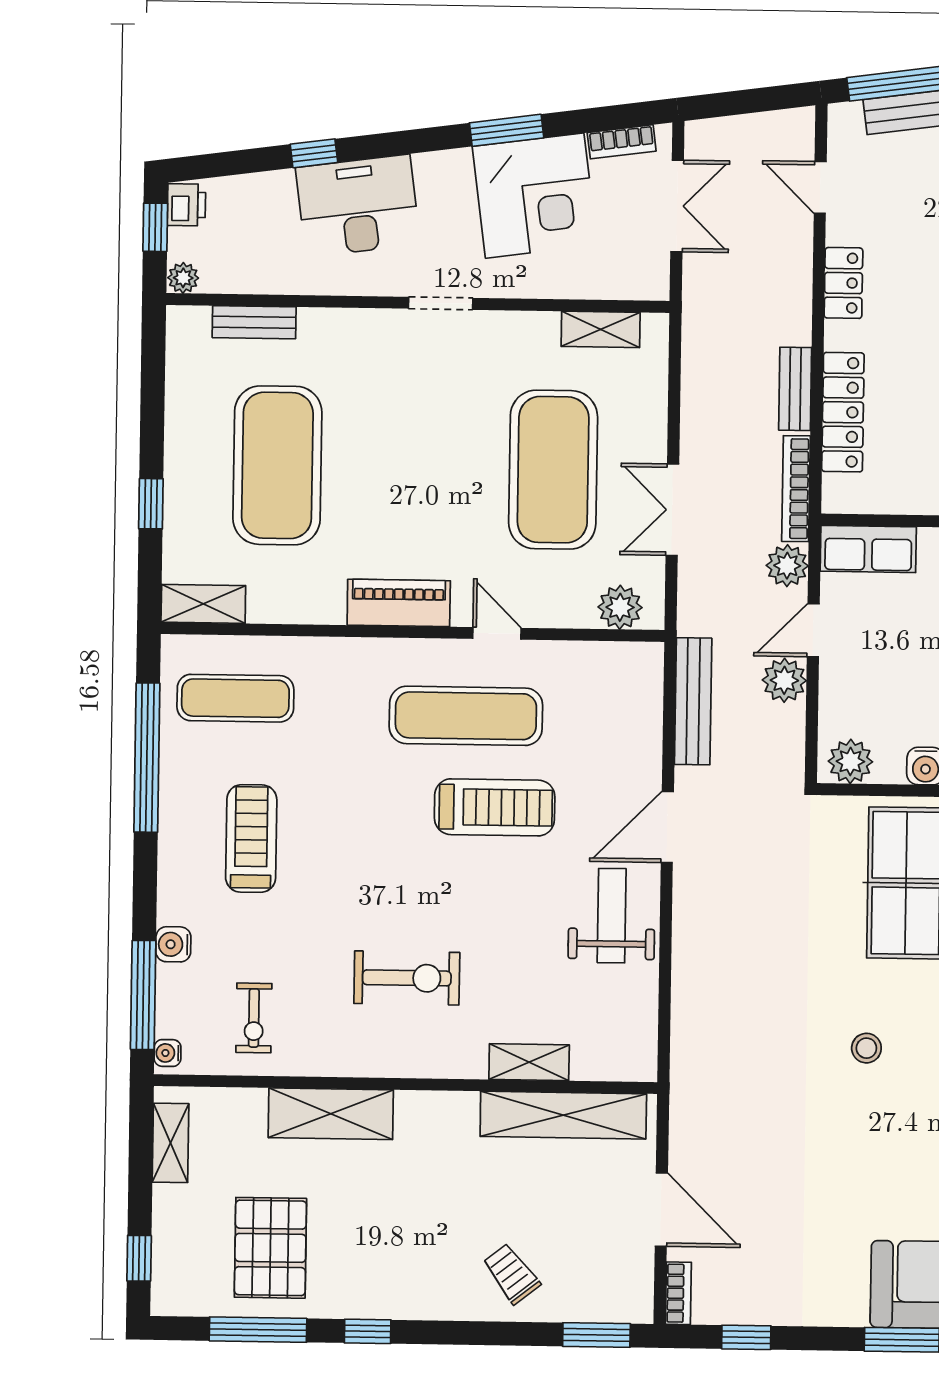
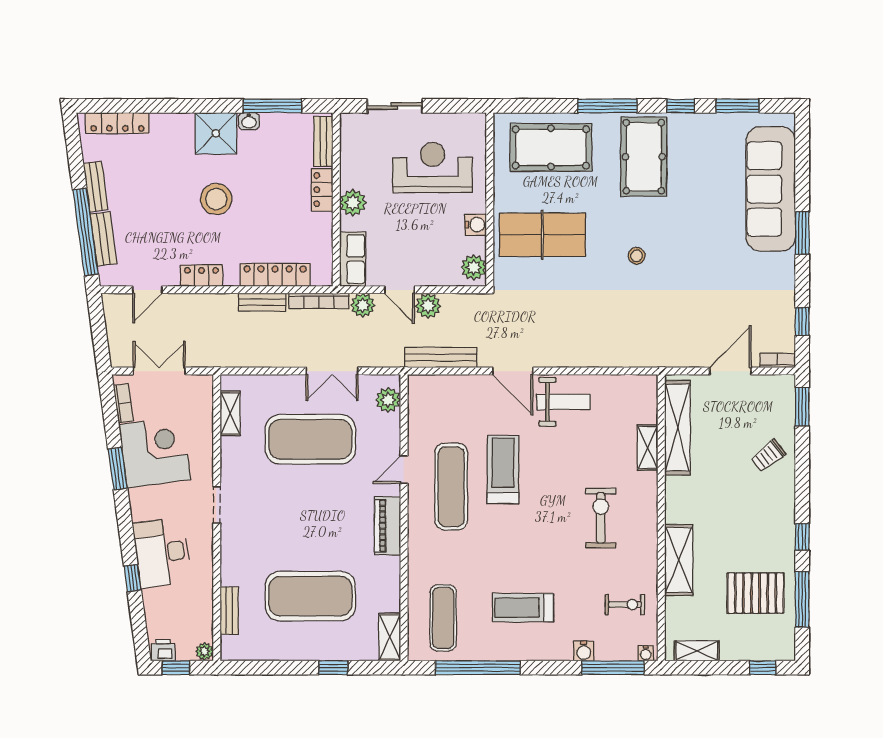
weight bench: (612, 916) -> (564, 402), turned 180

